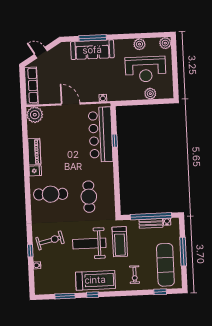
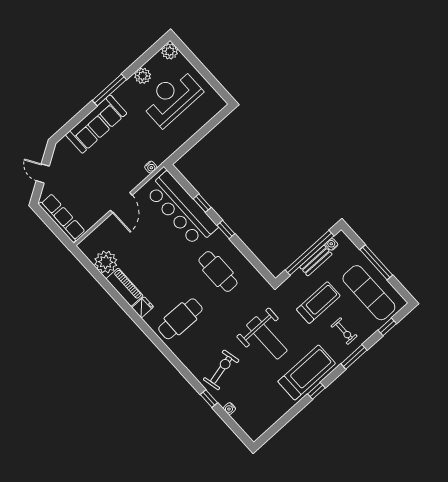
window: (93, 38) -> (109, 90), moved
door: (41, 53) -> (43, 173), hinge flipped
reception desk: (145, 69) -> (172, 98), turned 180
plant: (150, 94) -> (199, 120), removed
door: (71, 104) -> (121, 203), swing flipped
plant: (35, 115) -> (106, 262), moved
window: (116, 166) -> (226, 229), added
cafe table: (89, 197) -> (218, 271), moved
treadmill: (120, 242) -> (318, 303), moved, turned -90
weight bench: (89, 244) -> (267, 338), turned -90
window: (65, 296) -> (354, 357), moved

